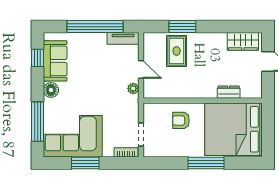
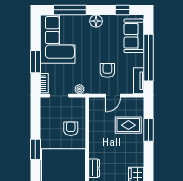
sofa: (55, 61) -> (134, 36), moved, turned 90
armchair: (111, 76) -> (107, 70), added
plant: (133, 88) -> (79, 89), moved
window: (85, 163) -> (35, 62), moved
window: (206, 163) -> (35, 149), width x0.69

